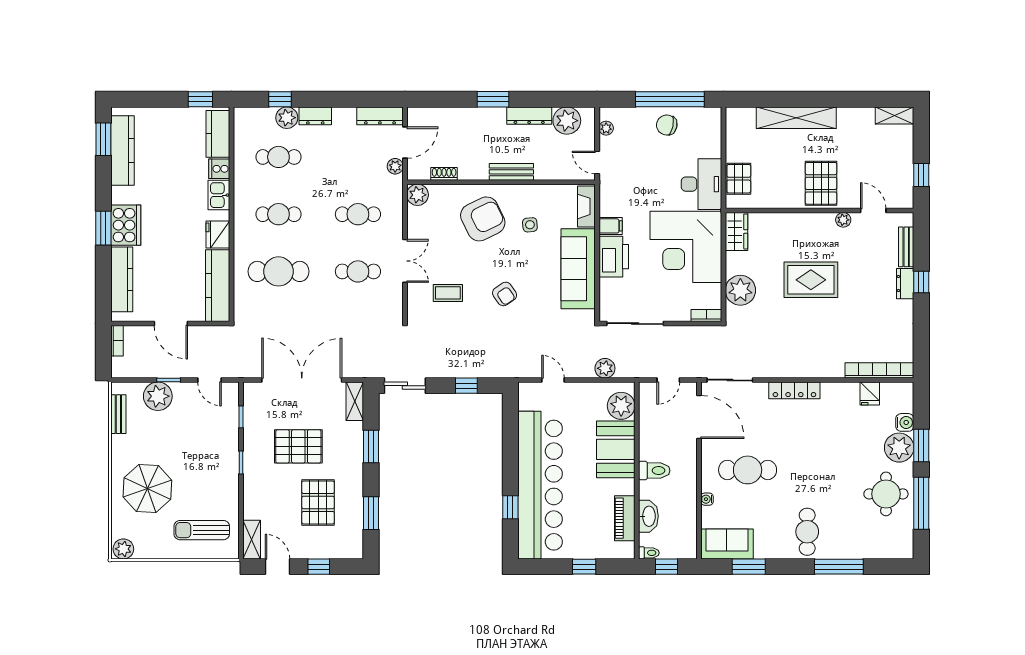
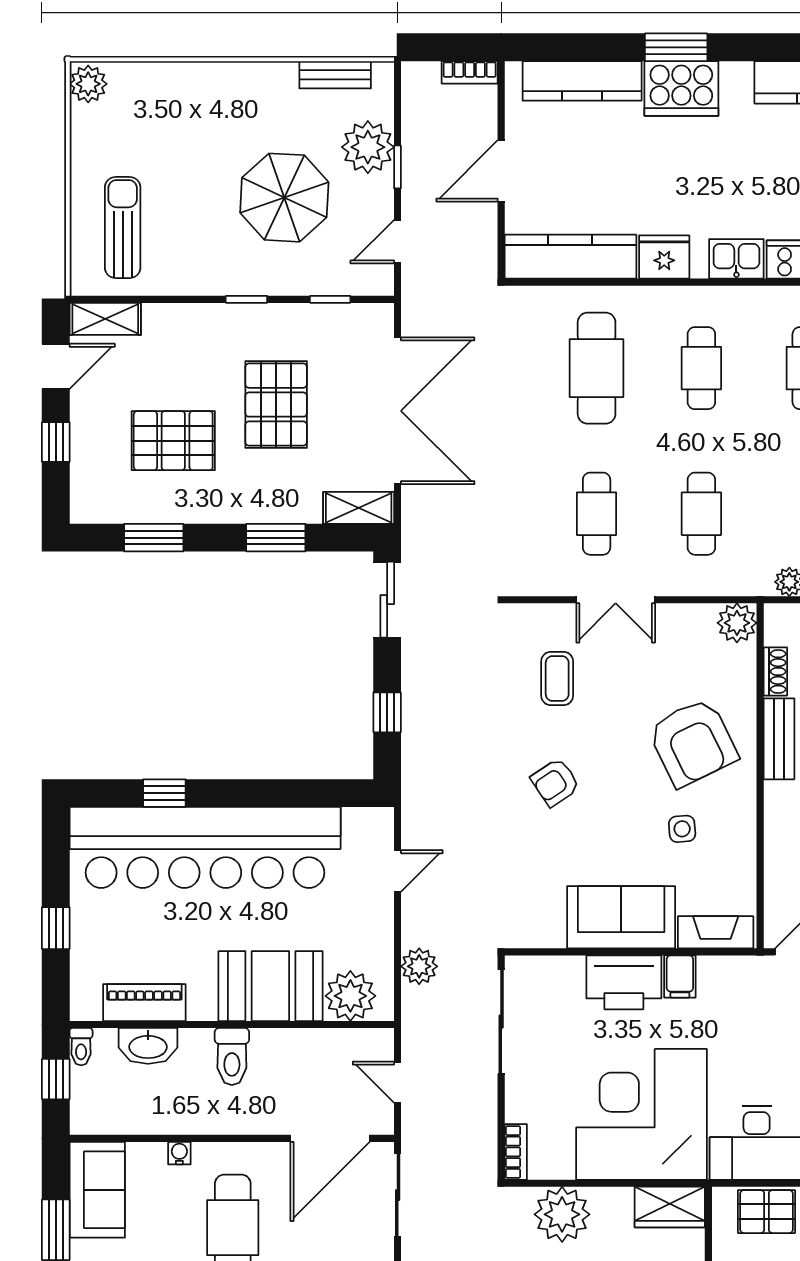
bench: (511, 172) -> (779, 739), moved
sofa: (578, 269) -> (621, 917), width x0.73
parasol: (147, 489) -> (284, 198), moved

